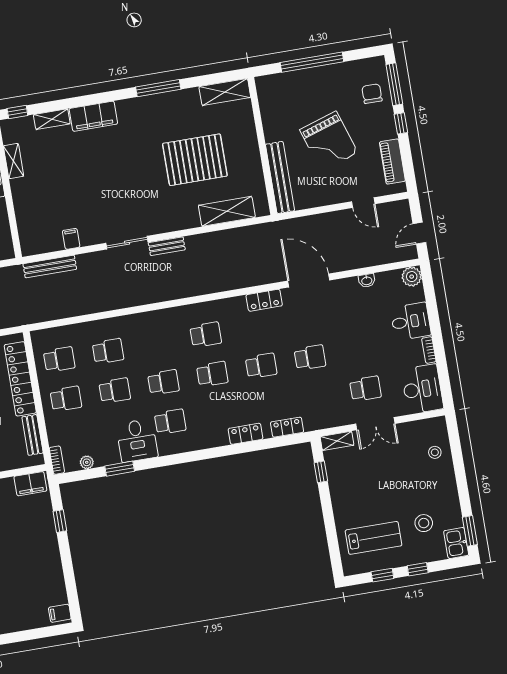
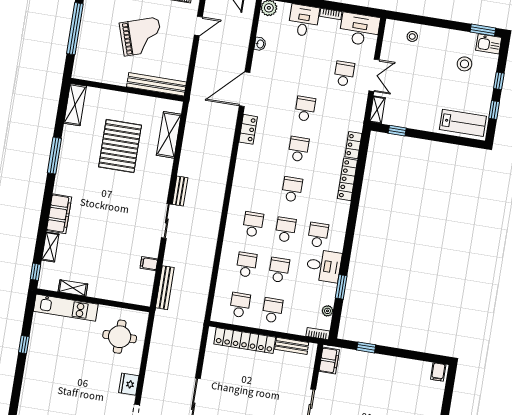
school desk: (206, 335) -> (253, 224), moved
locker: (246, 434) -> (347, 179), width x1.53
lab bench: (373, 538) -> (463, 123), moved, turned 90

